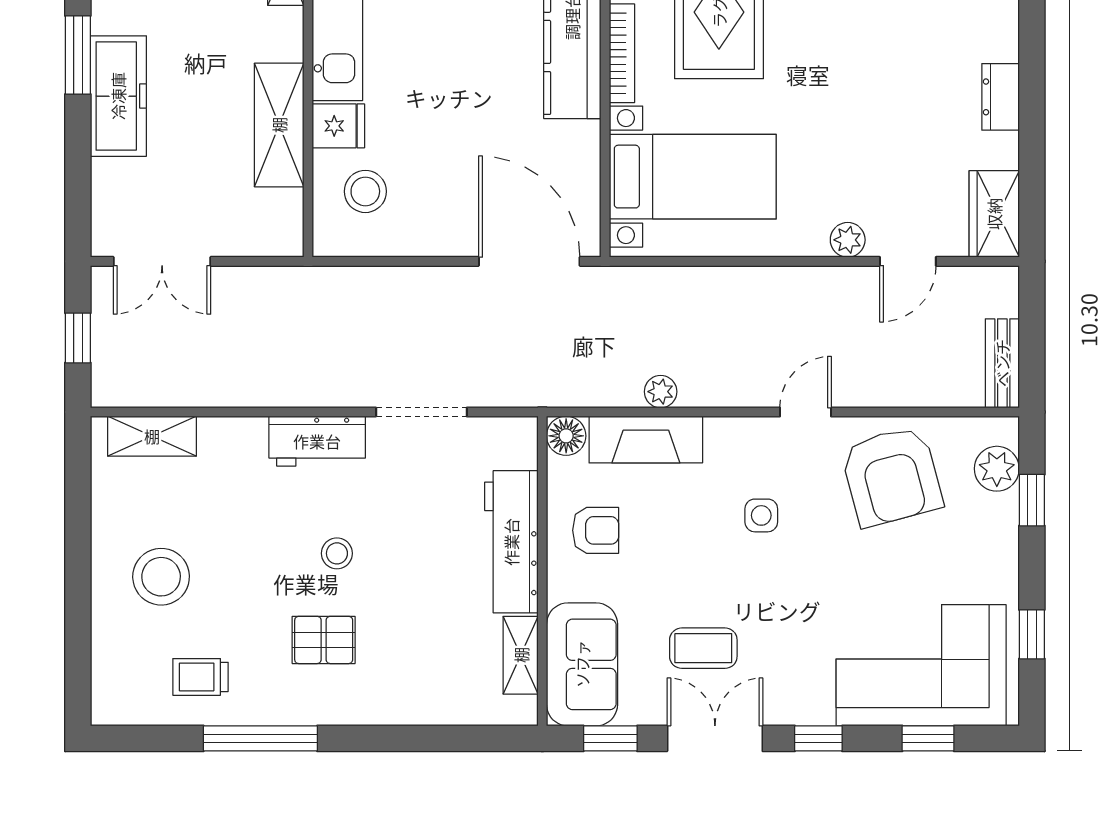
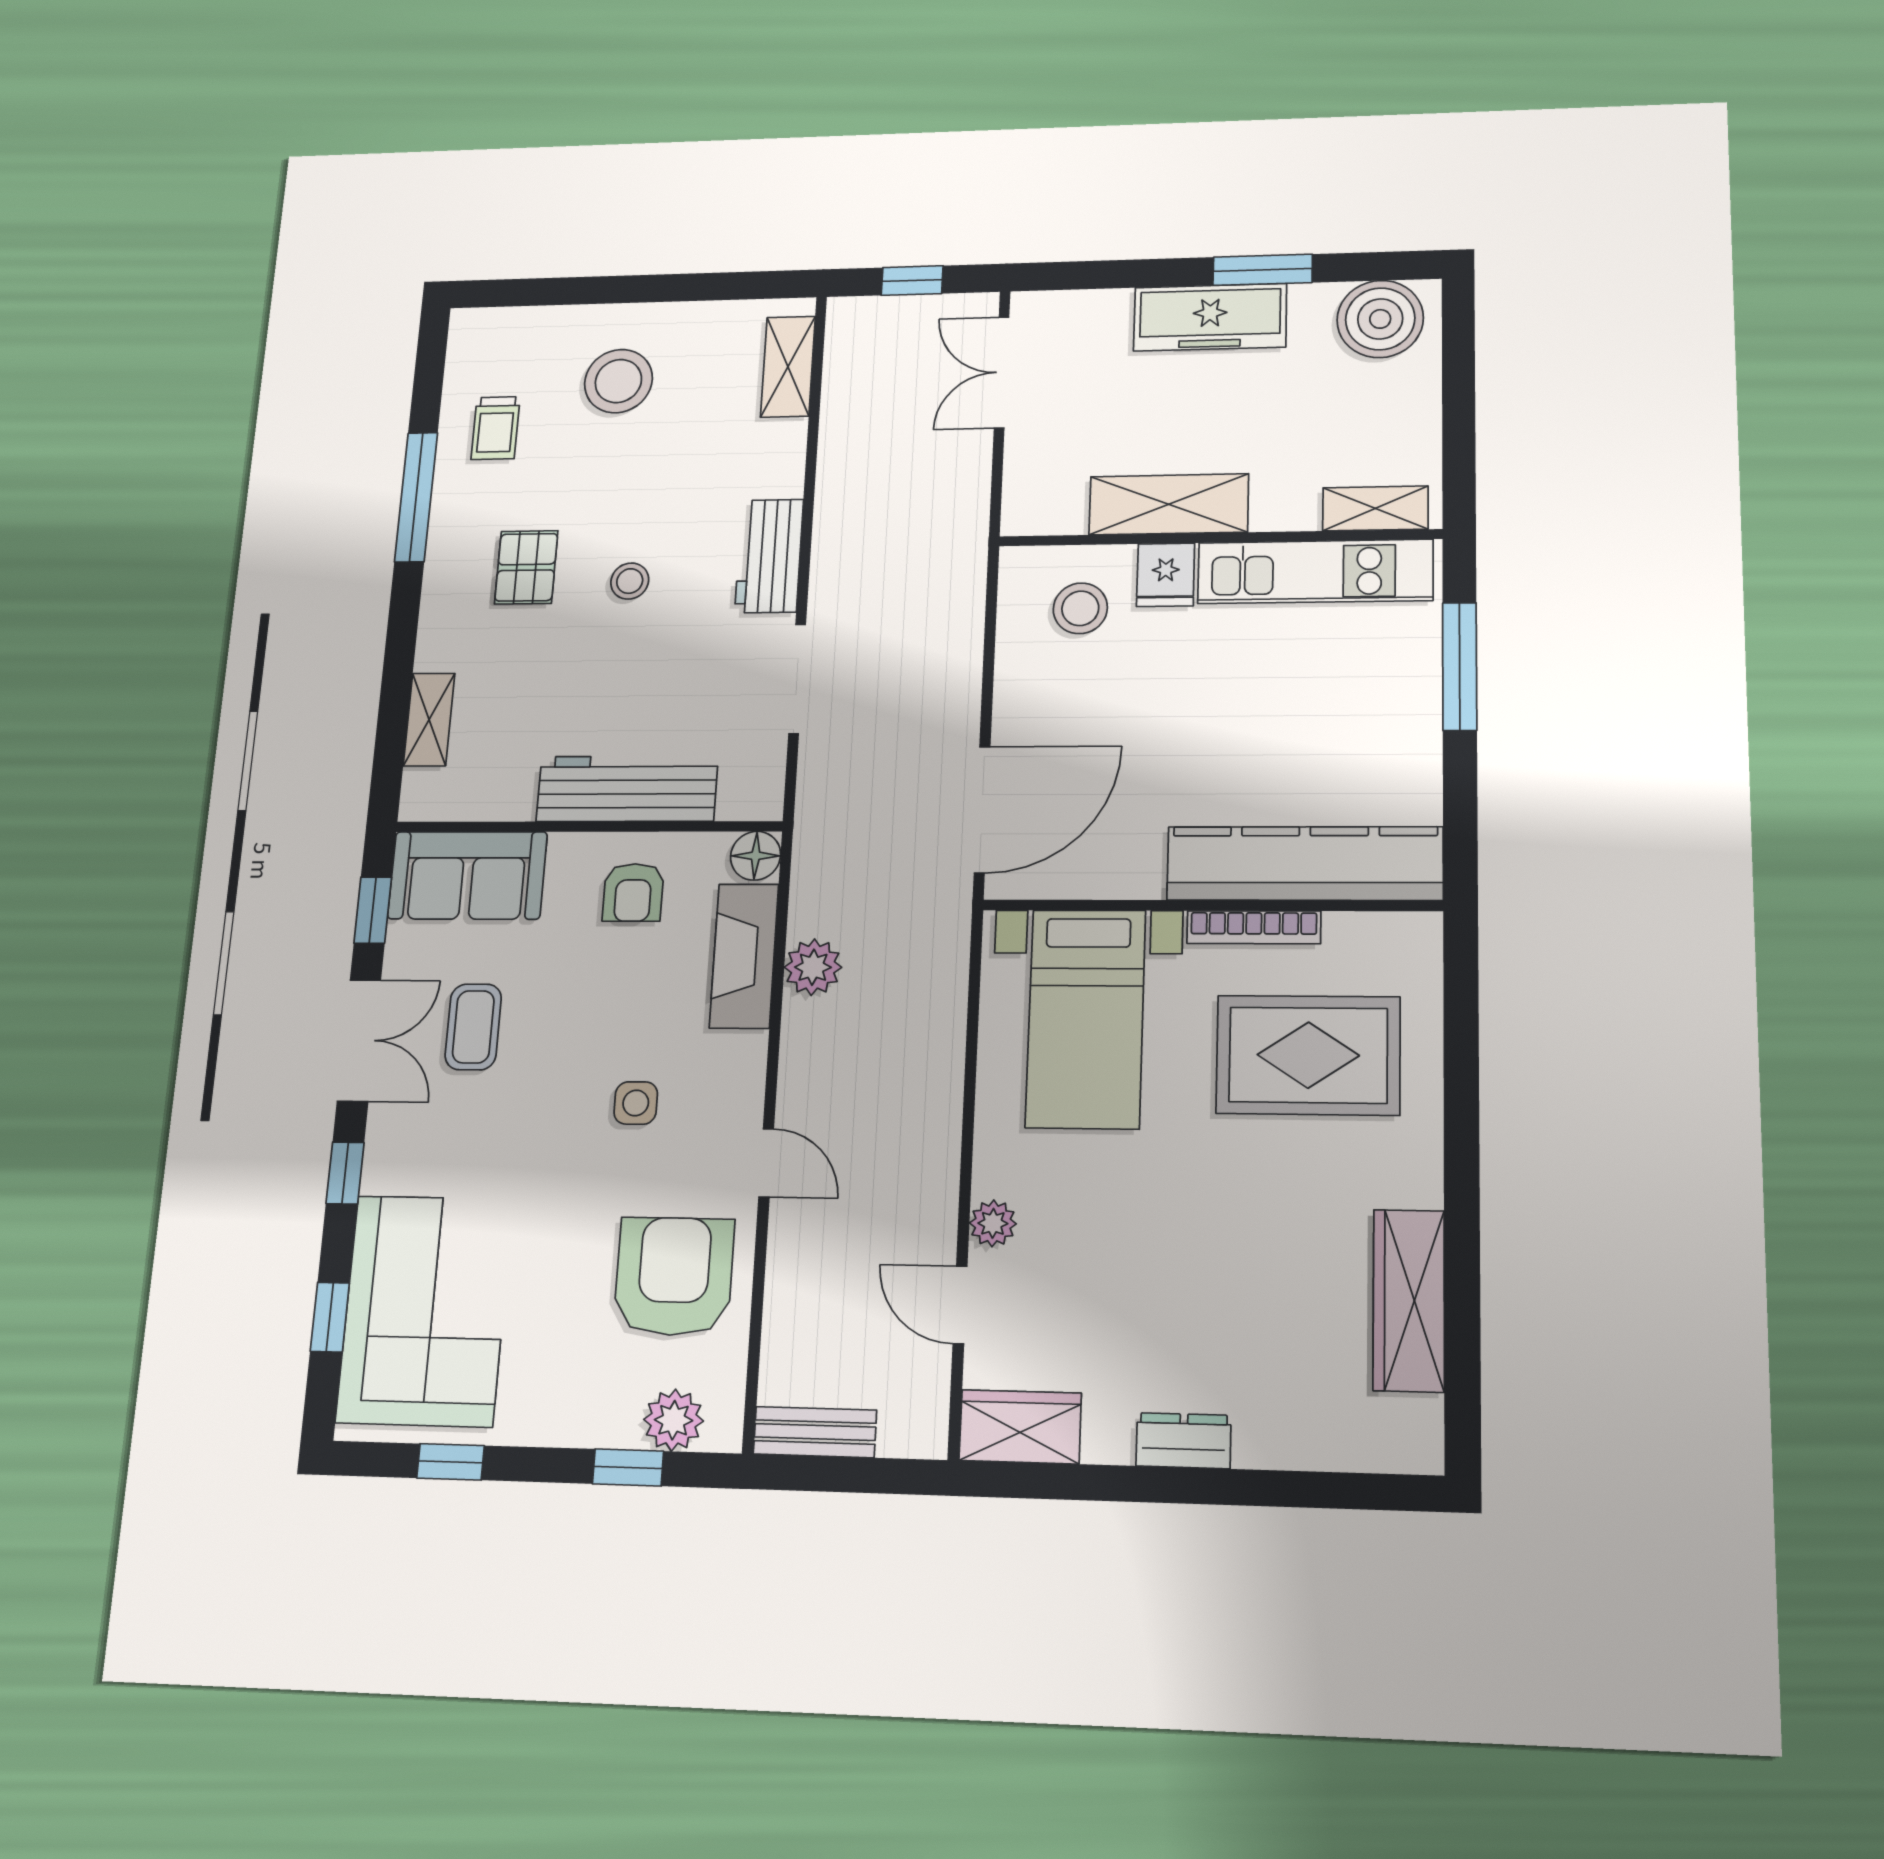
plant: (661, 392) -> (813, 967), width x1.38, depth x1.38
armchair: (892, 476) -> (674, 1276), turned 105
shelving: (521, 655) -> (429, 720), moved, turned 90
trolley: (200, 677) -> (495, 428), turned 180

